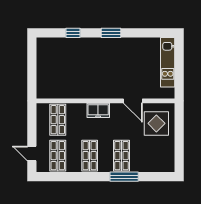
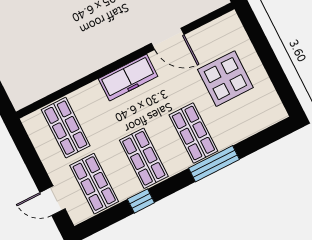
freezer: (98, 110) -> (128, 78), width x1.40
display table: (156, 123) -> (225, 79), moved
window: (77, 177) -> (141, 201), added

